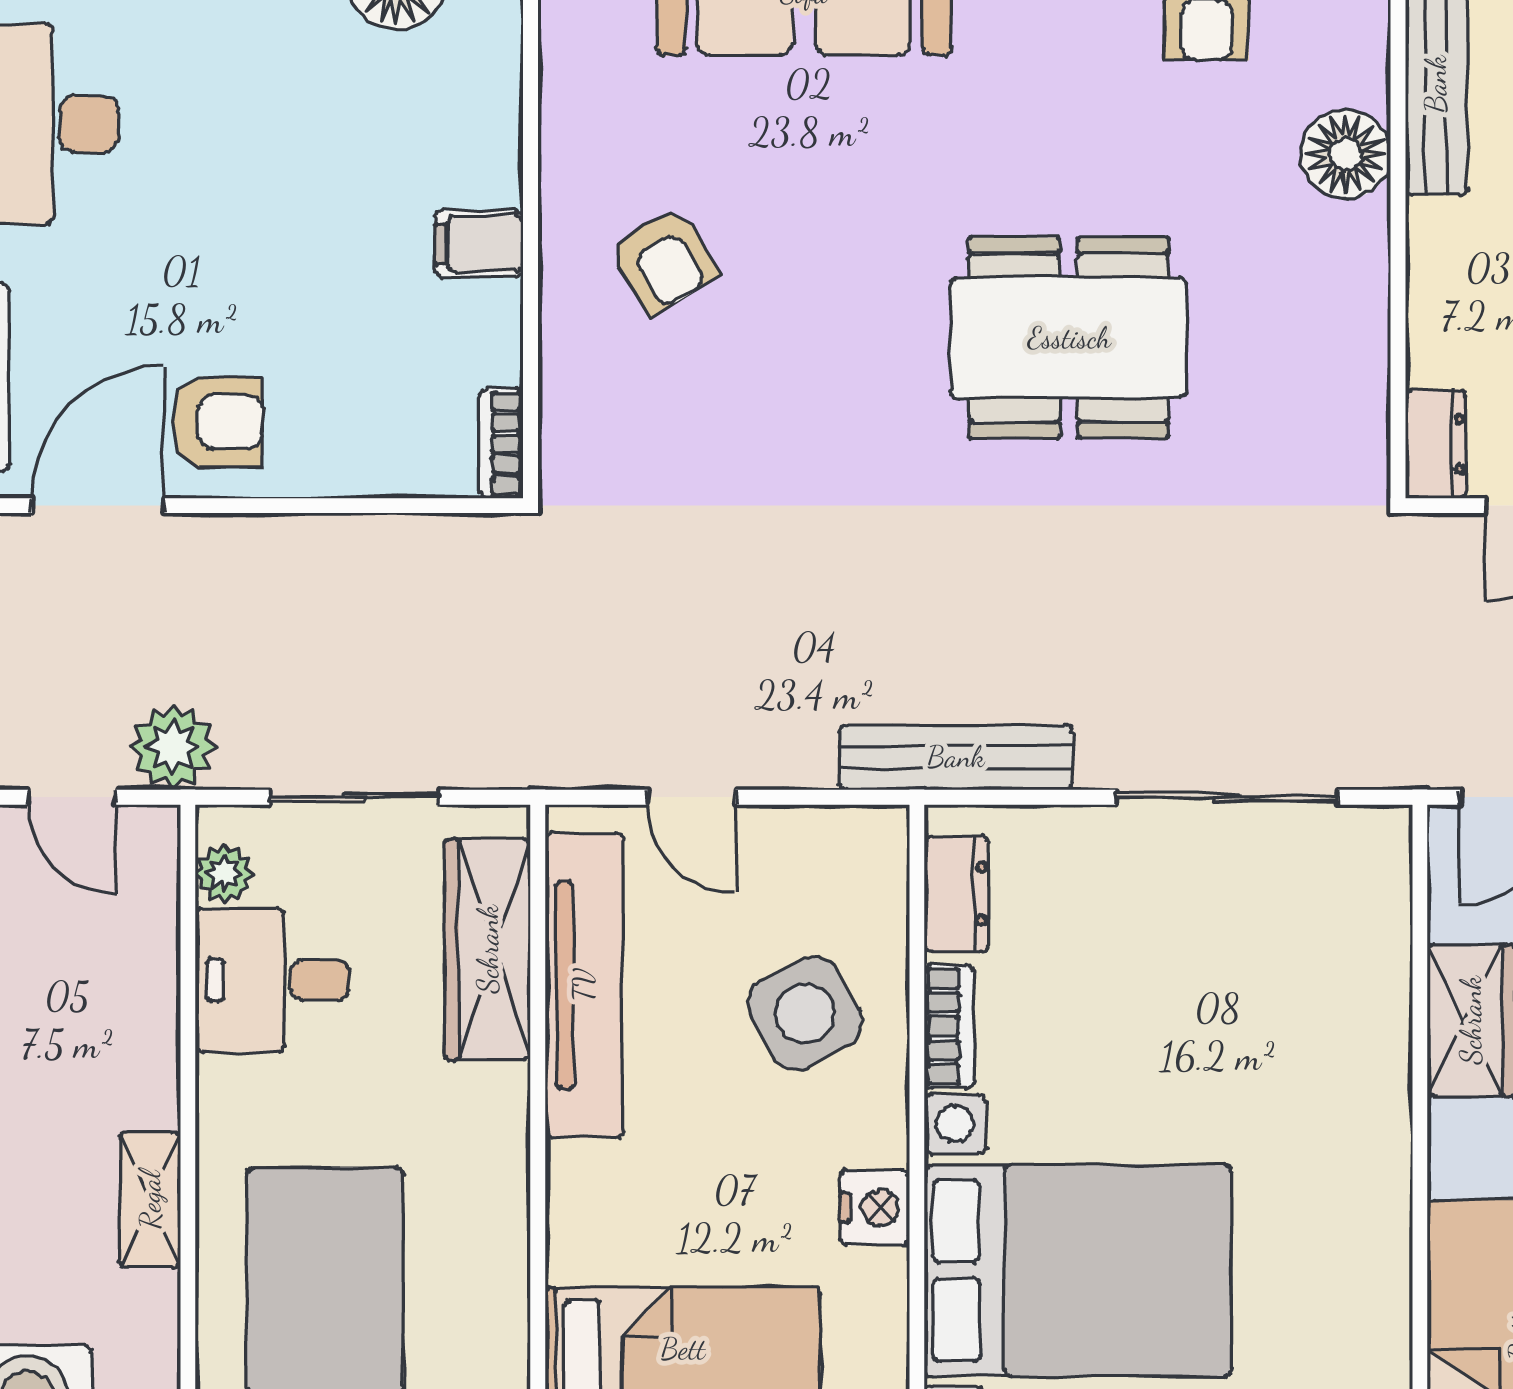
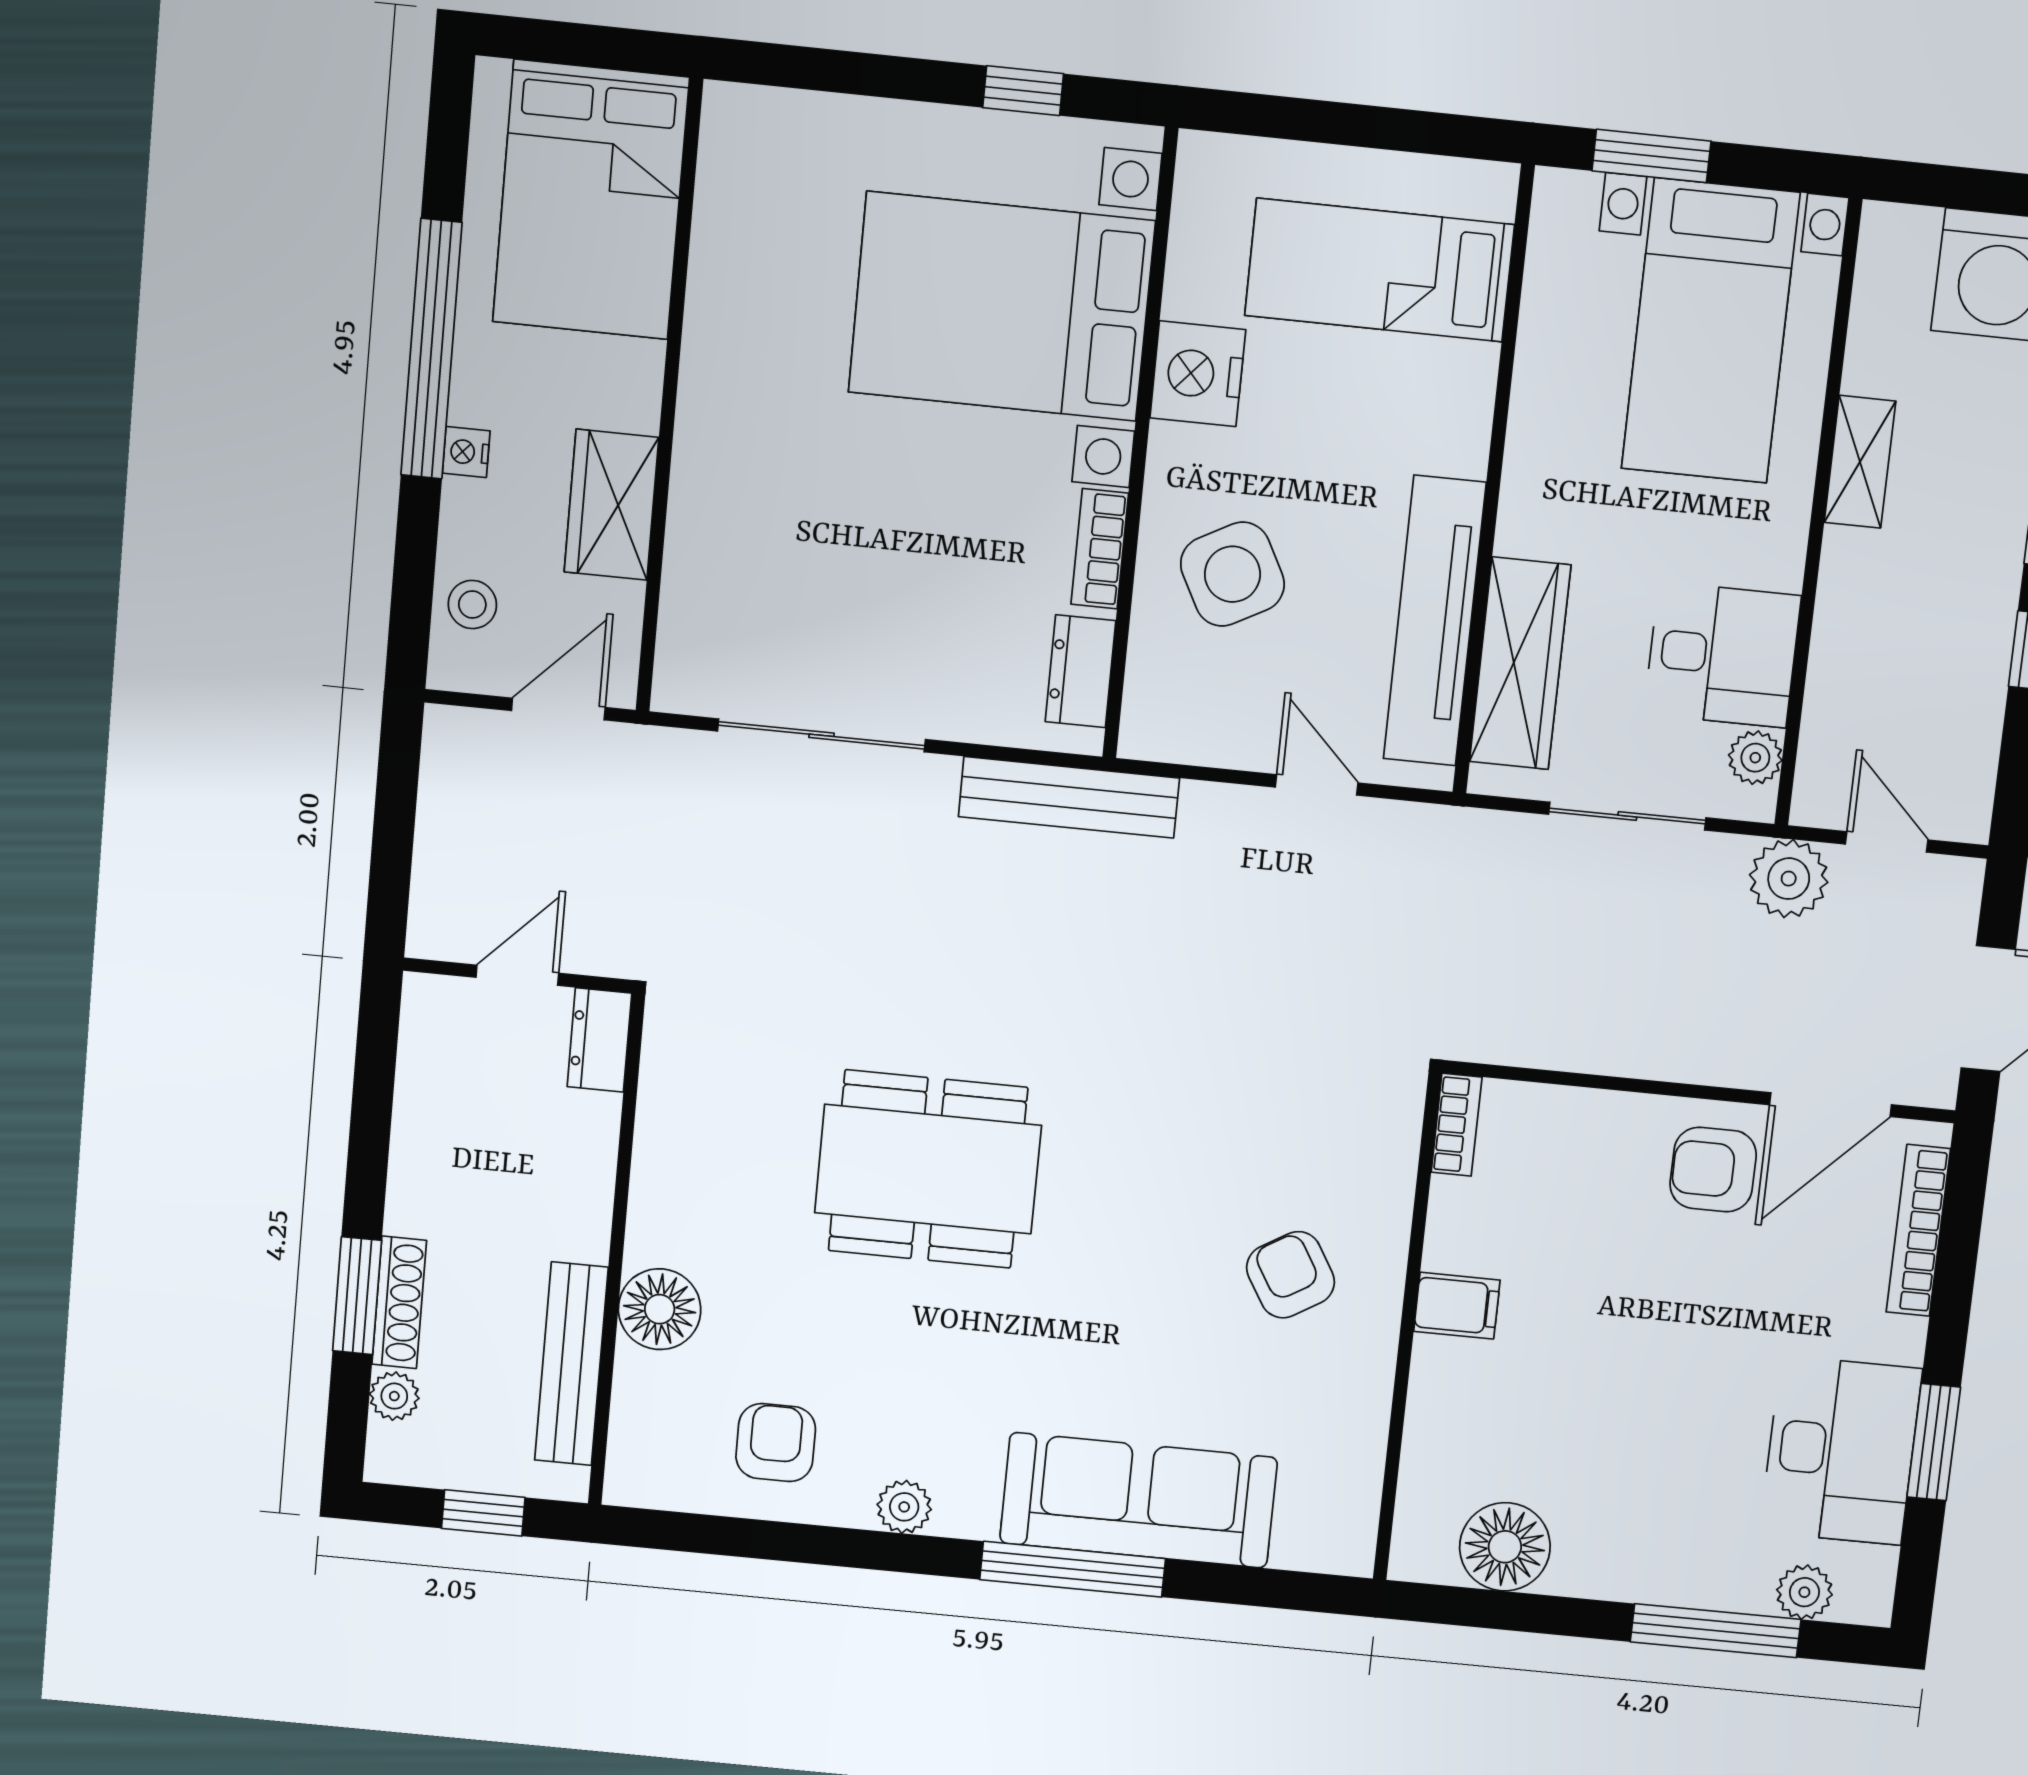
nightstand: (875, 1208) -> (1198, 374), width x1.36, depth x1.33

